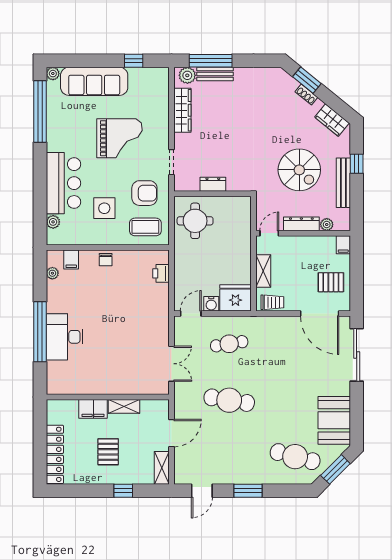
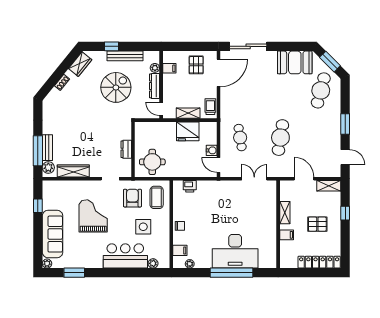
window: (307, 80) -> (52, 82), removed
window: (40, 112) -> (74, 273), width x0.47
filing cabinet: (343, 245) -> (169, 68), moved
fridge: (235, 298) -> (188, 131), moved, turned -90
desk: (65, 337) -> (235, 251), width x1.36, depth x1.30
filing cabinet: (93, 409) -> (287, 235), width x0.50

